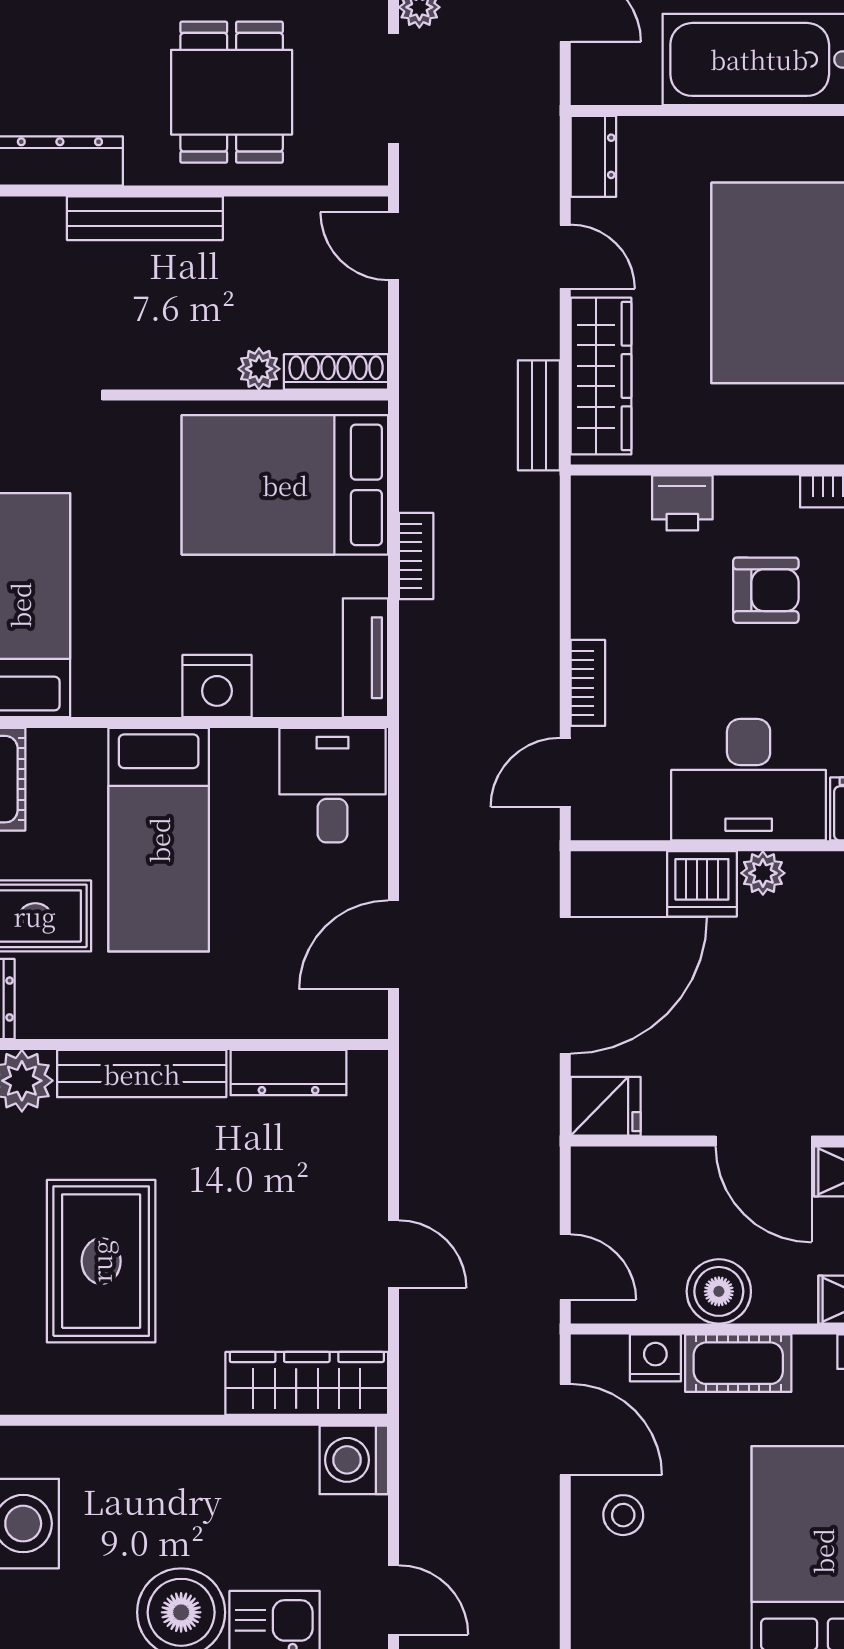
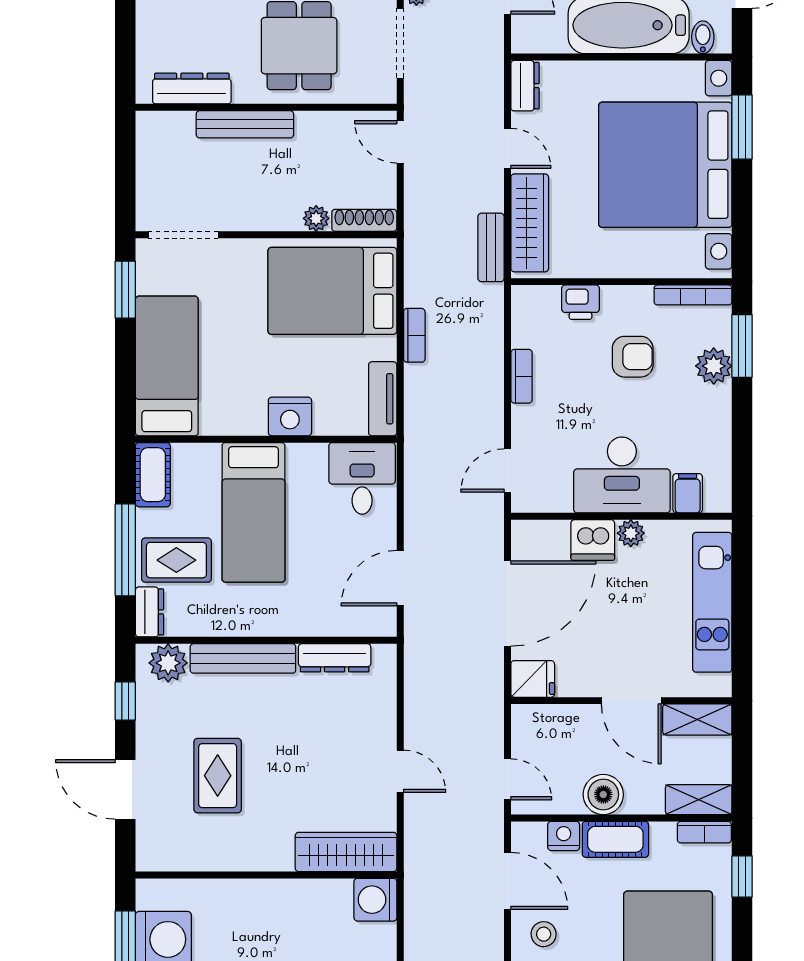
bookcase: (588, 683) -> (522, 376), moved
rug: (101, 1261) -> (218, 776), width x0.73, depth x0.70

